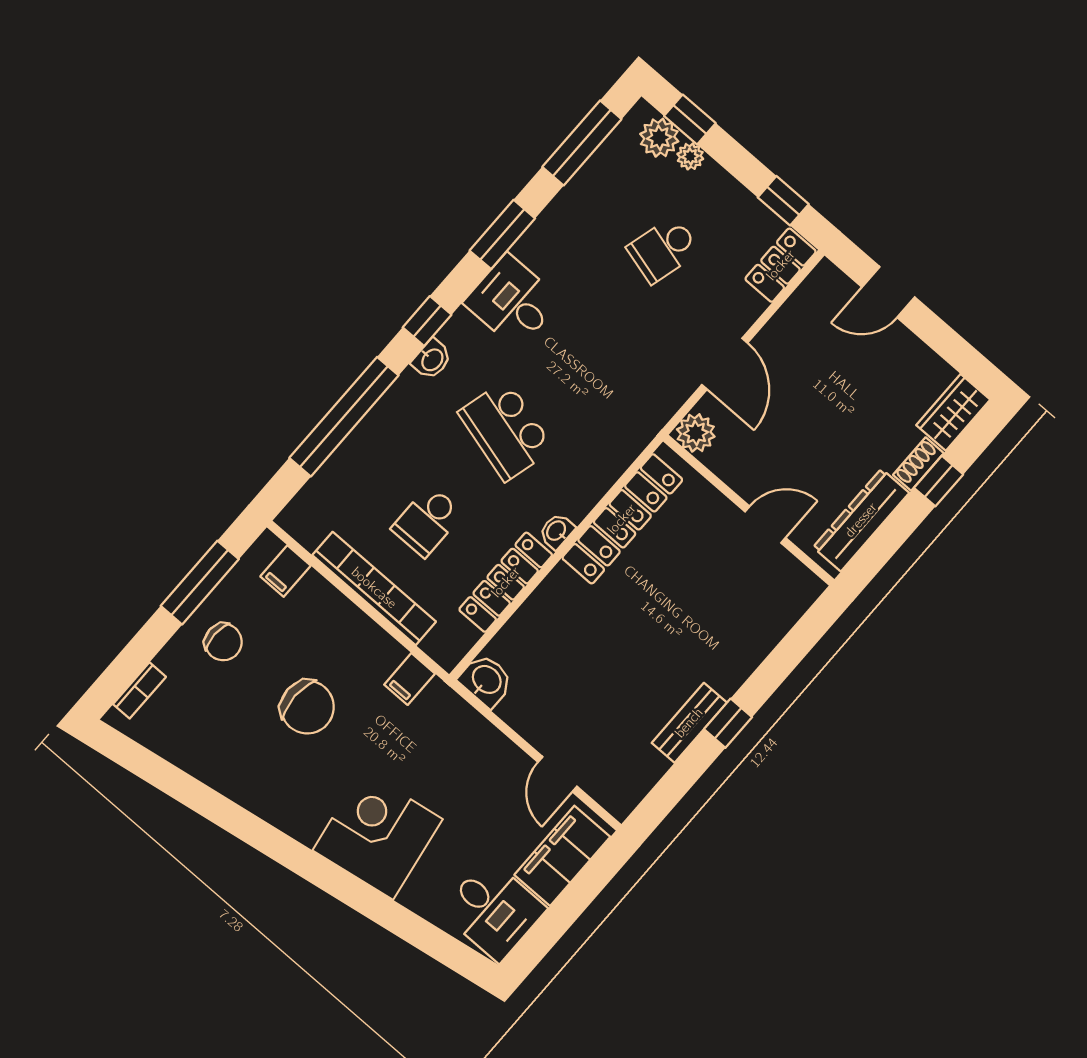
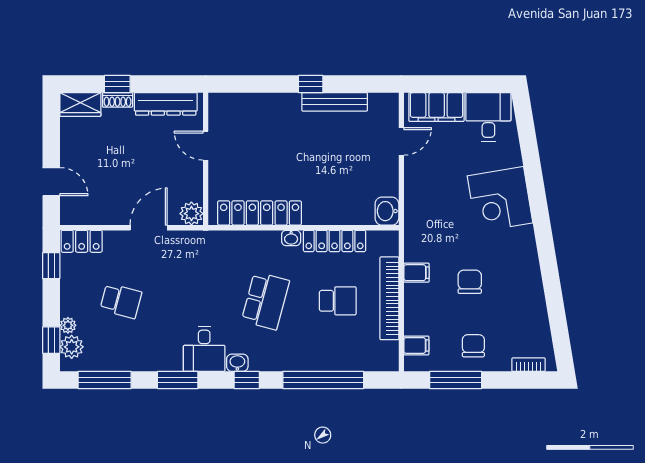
washbasin: (432, 359) -> (237, 363), moved
filing cabinet: (410, 679) -> (417, 273), moved
chair: (307, 707) -> (470, 282), width x0.73, depth x0.73
bench: (689, 723) -> (335, 102), width x1.36

